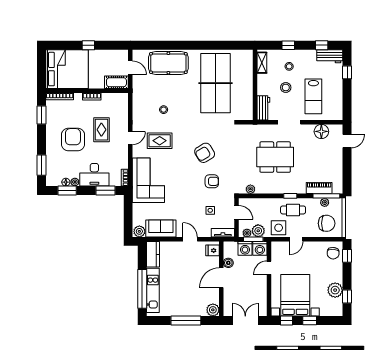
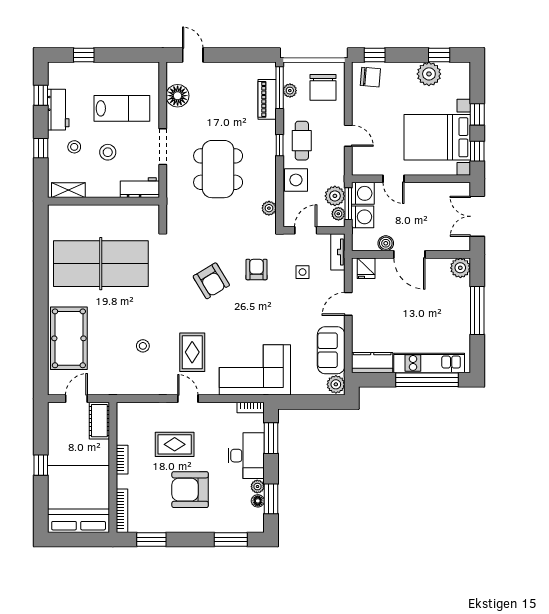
workbench: (330, 56) -> (58, 110), moved
chair: (327, 223) -> (323, 87), turned 180
side table: (279, 228) -> (296, 180), moved

